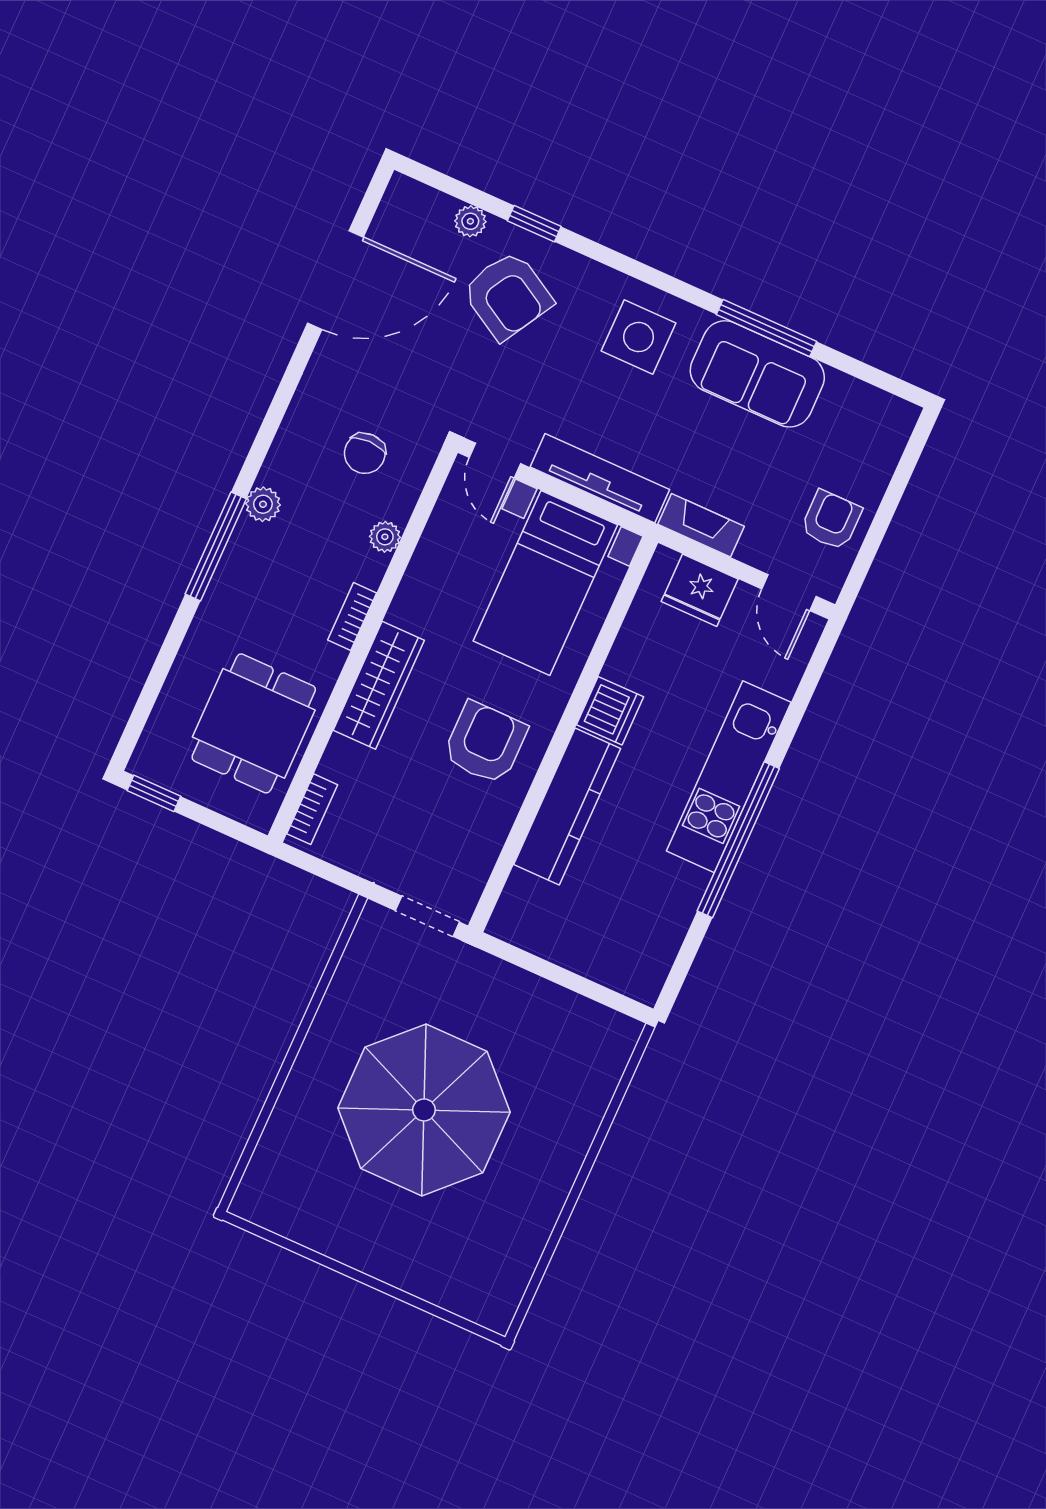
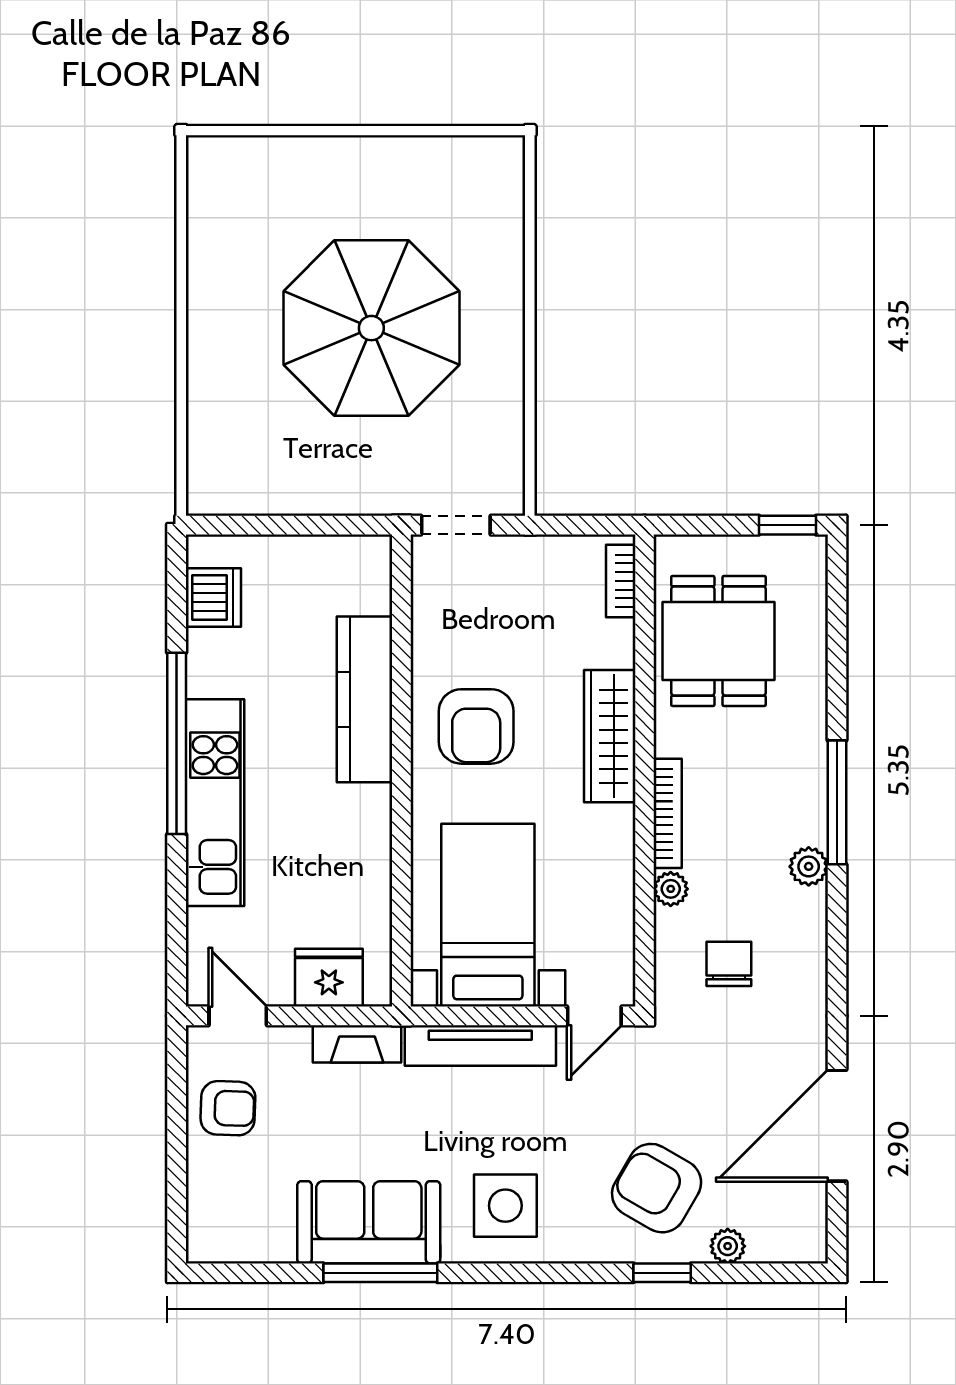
door: (495, 460) -> (594, 1016), swing flipped
armchair: (831, 520) -> (228, 1108), turned -88
bookcase: (352, 617) -> (668, 813), width x1.56
dishwasher: (610, 711) -> (213, 598), moved, turned 180

